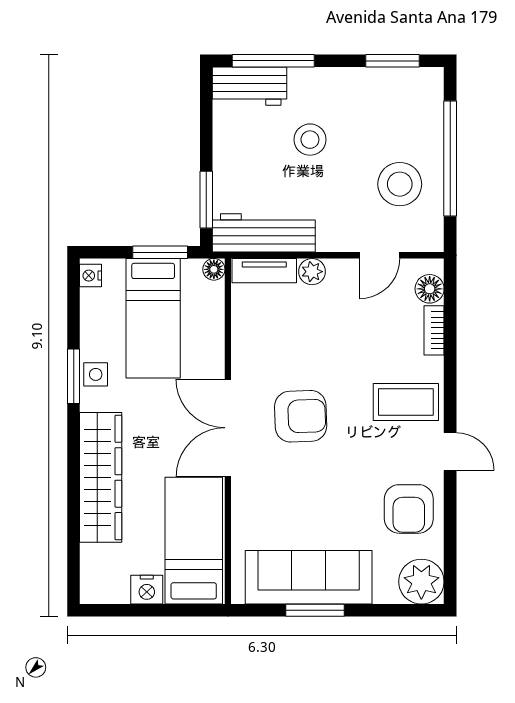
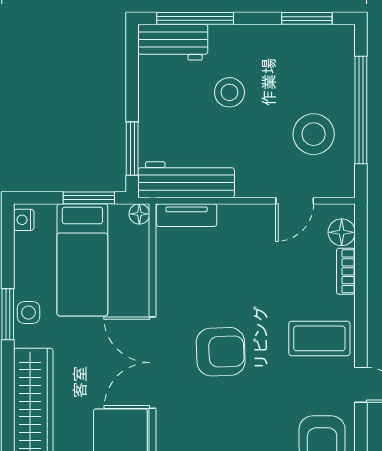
plant: (312, 272) -> (231, 216), removed

